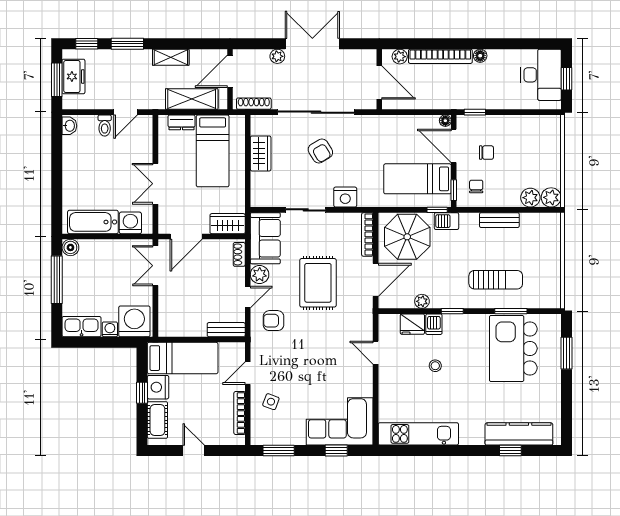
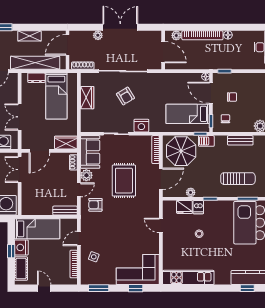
shelving: (192, 99) -> (35, 63), width x1.47

